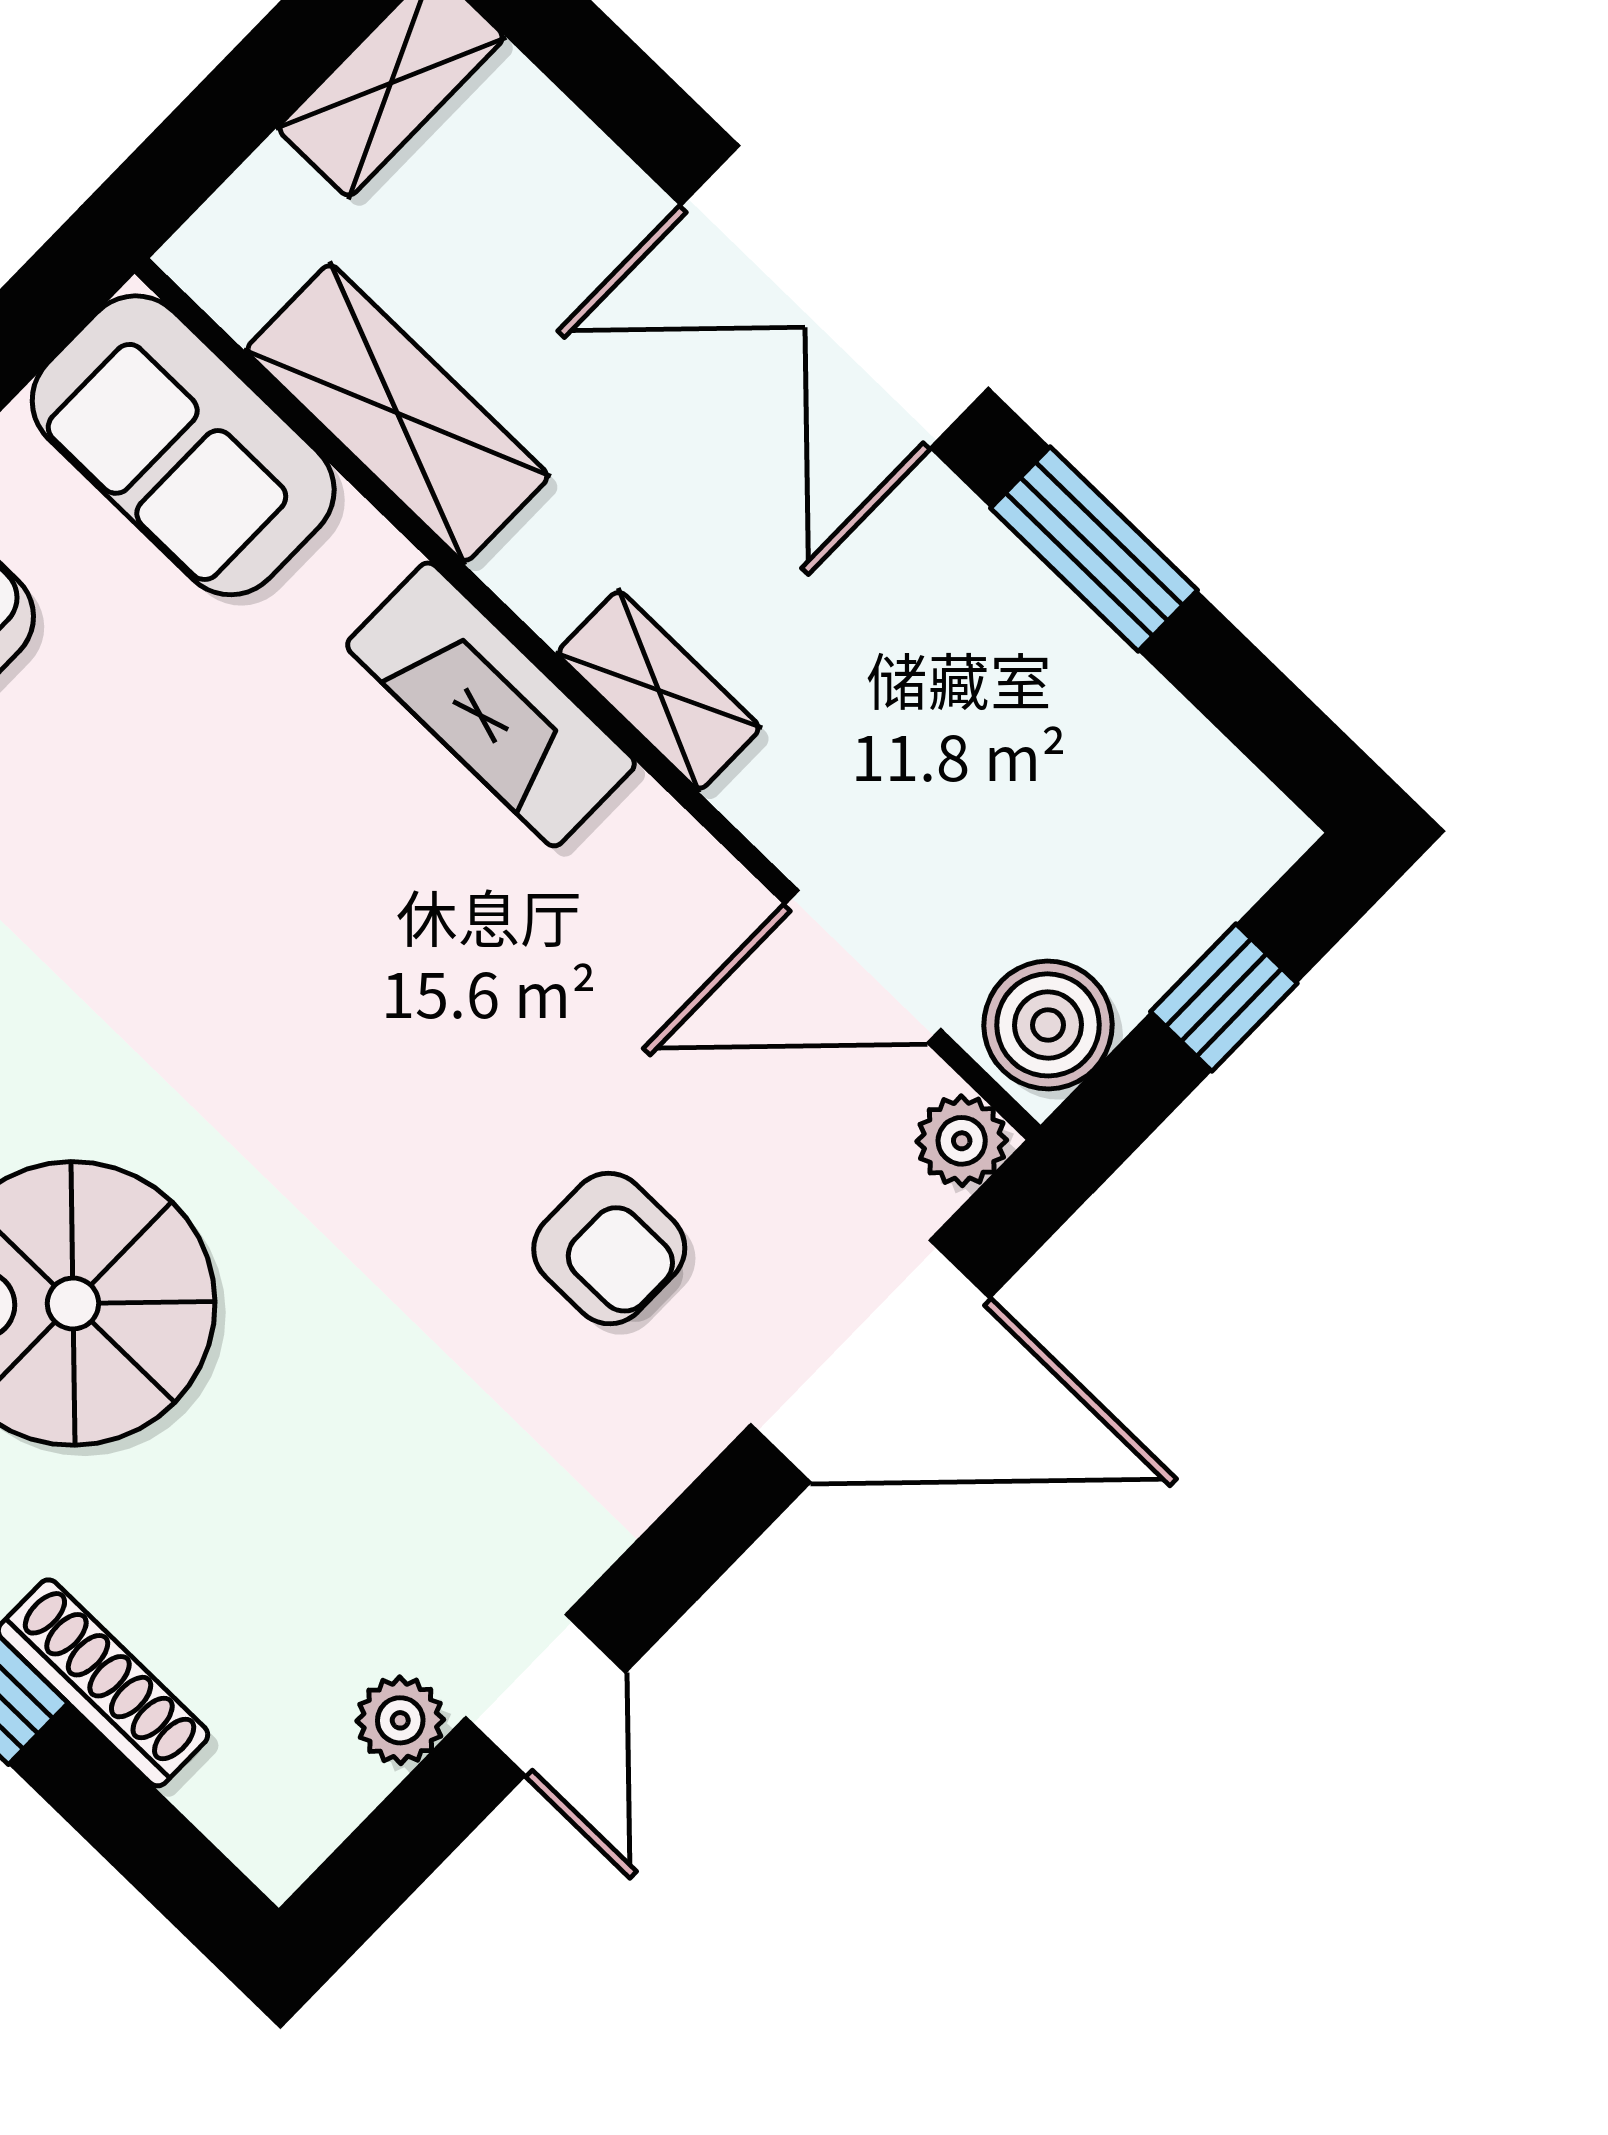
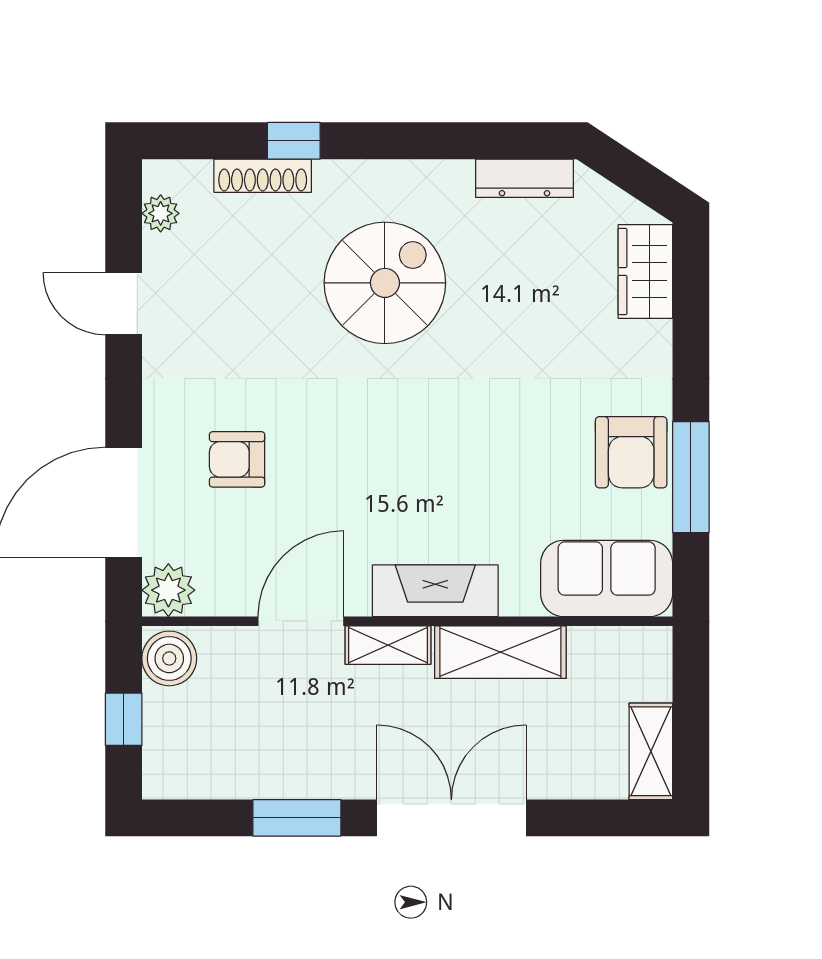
shelving: (397, 413) -> (500, 652), moved
door: (863, 967) -> (301, 621), moved
plant: (962, 1141) -> (168, 590), width x1.38, depth x1.38
plant: (400, 1720) -> (161, 213), moved

